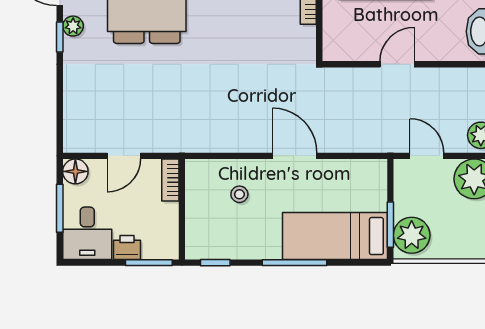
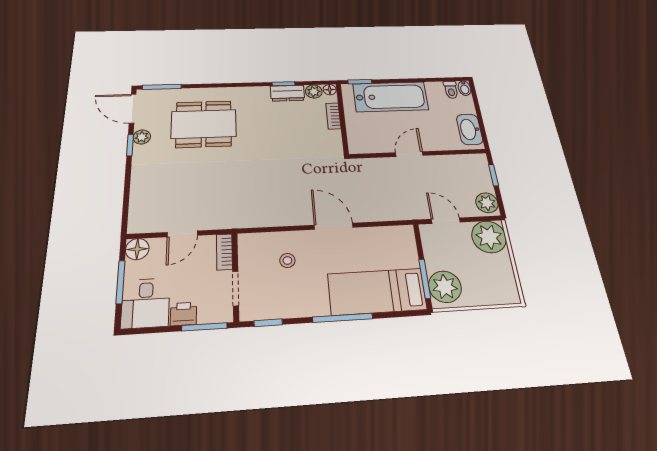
doorway: (182, 223) -> (236, 288), added

